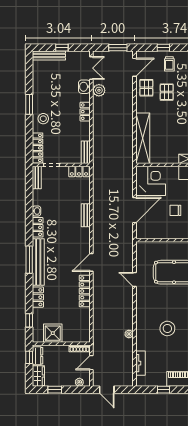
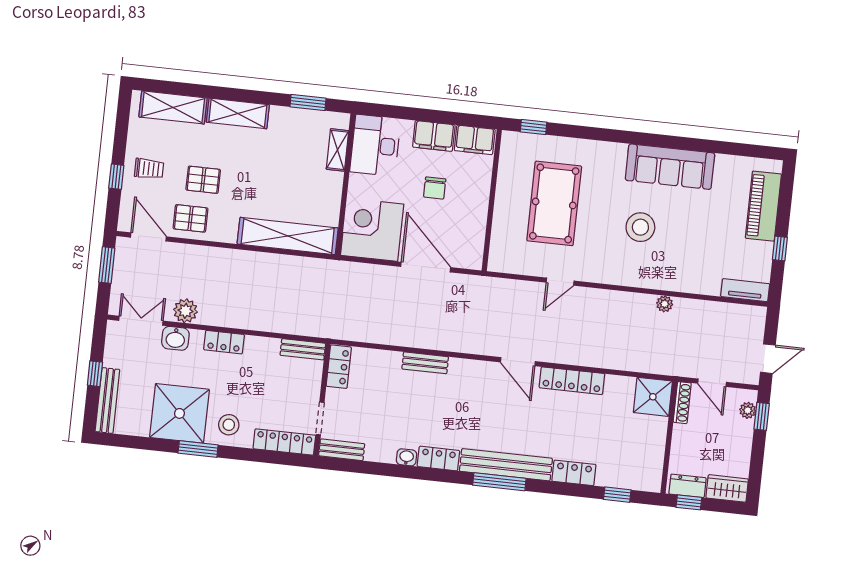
shower: (46, 93) -> (179, 413), added
stool: (167, 328) -> (640, 227), moved
shower: (53, 333) -> (653, 397), moved
tv unit: (140, 363) -> (745, 290), moved
window: (55, 390) -> (762, 416), moved

